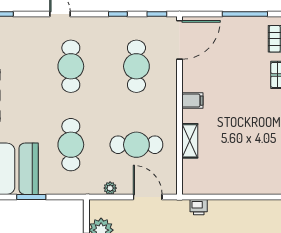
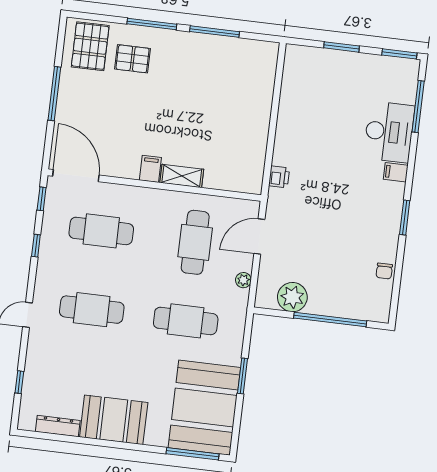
shelving: (190, 141) -> (182, 176), moved

